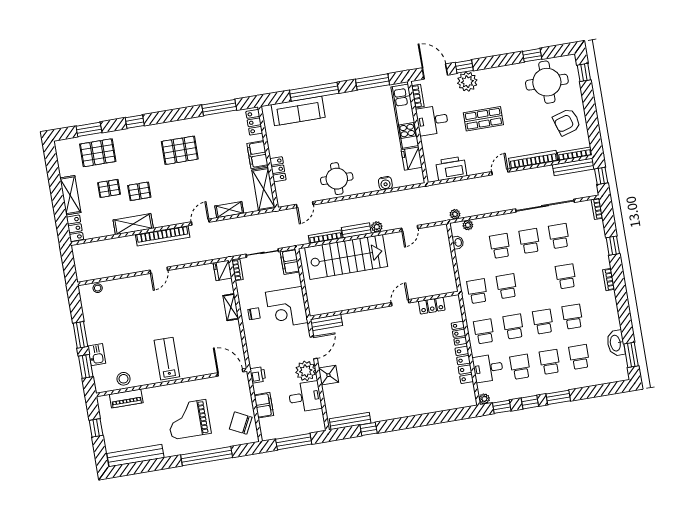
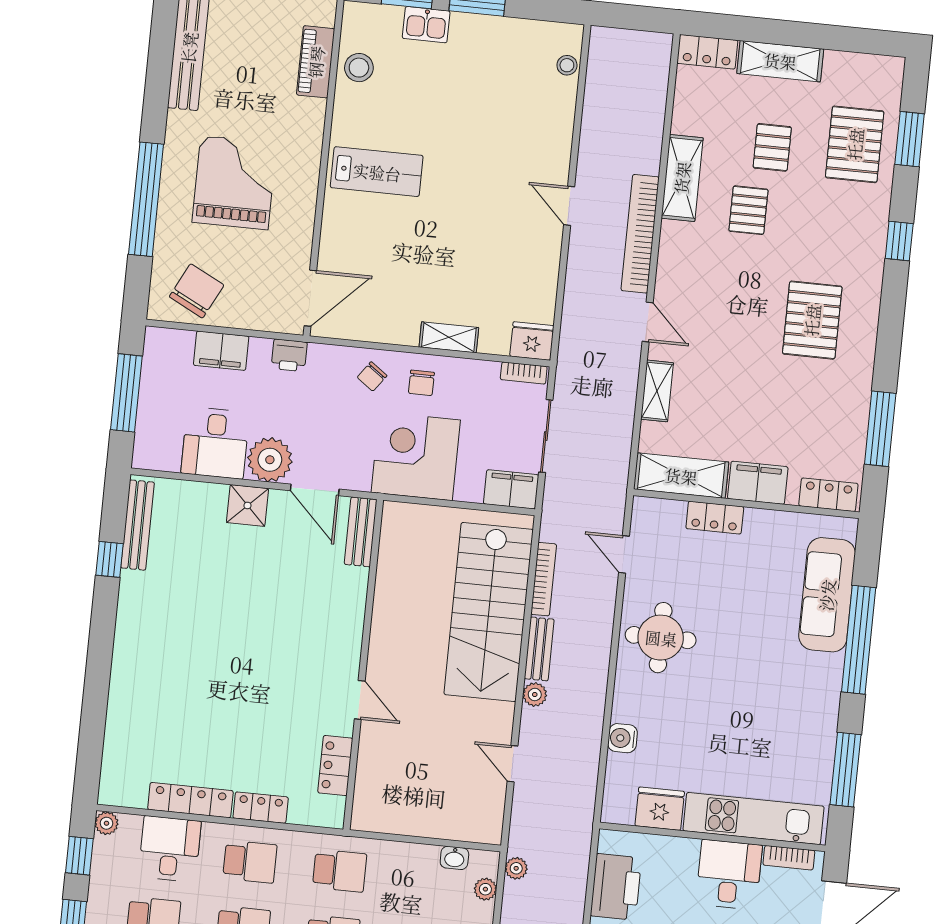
chair: (257, 336) -> (372, 376), added

